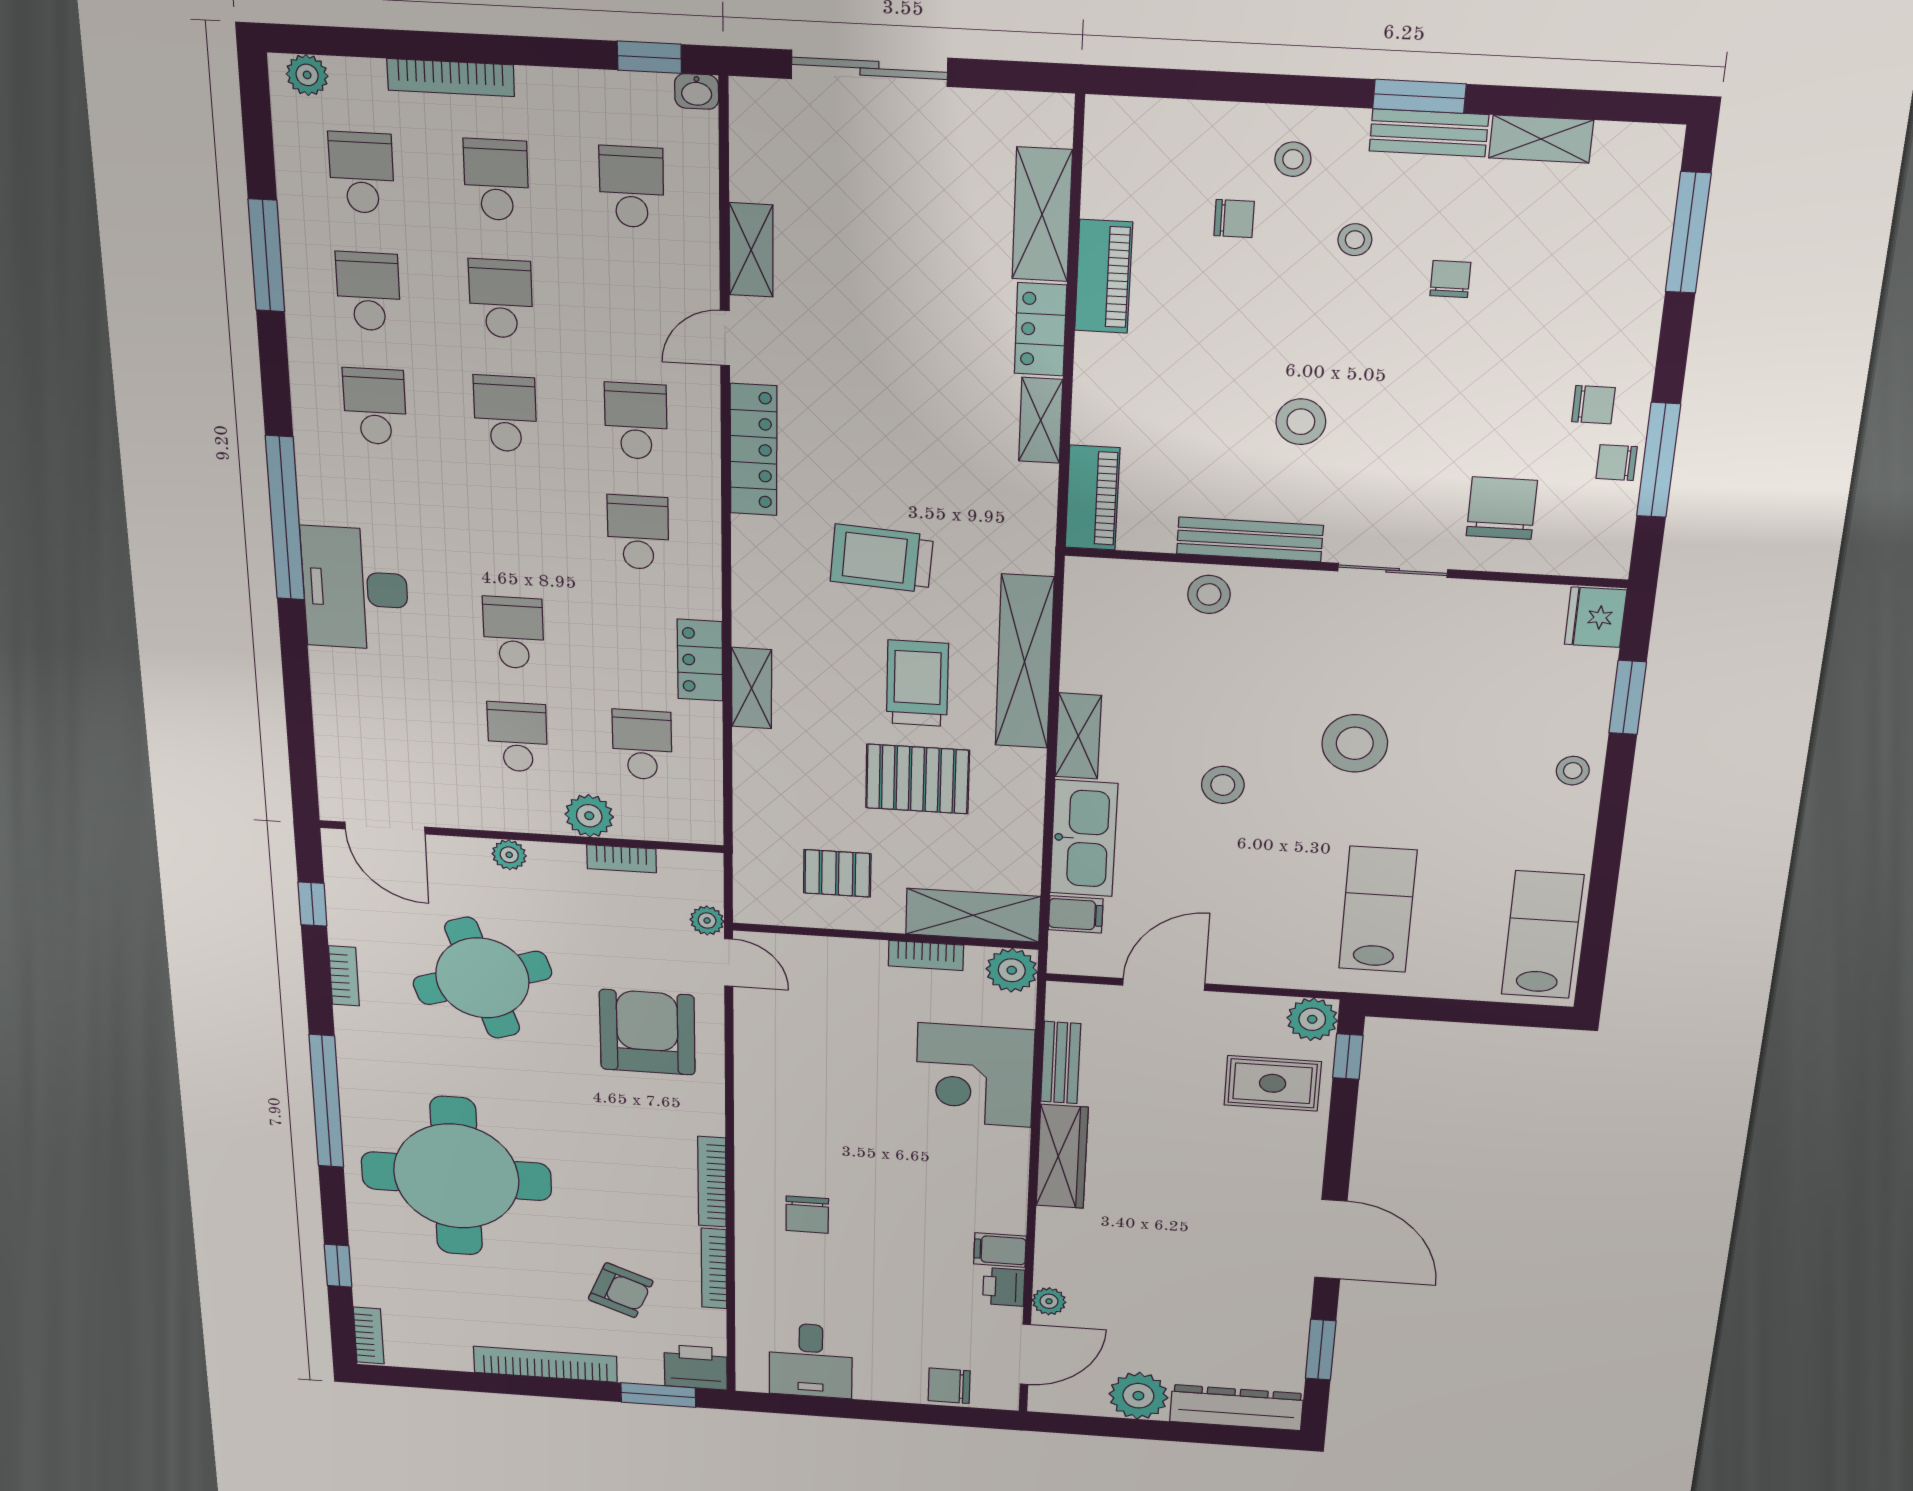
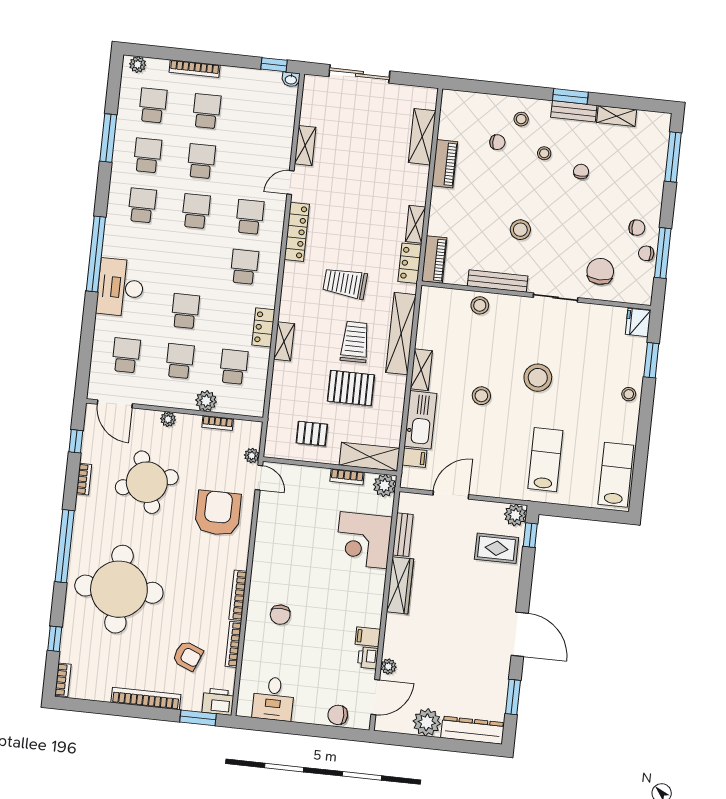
school desk: (631, 187) -> (126, 355), moved
locker: (1040, 329) -> (410, 263), moved

